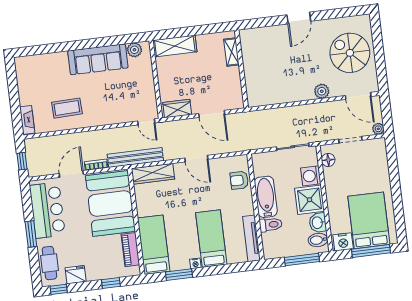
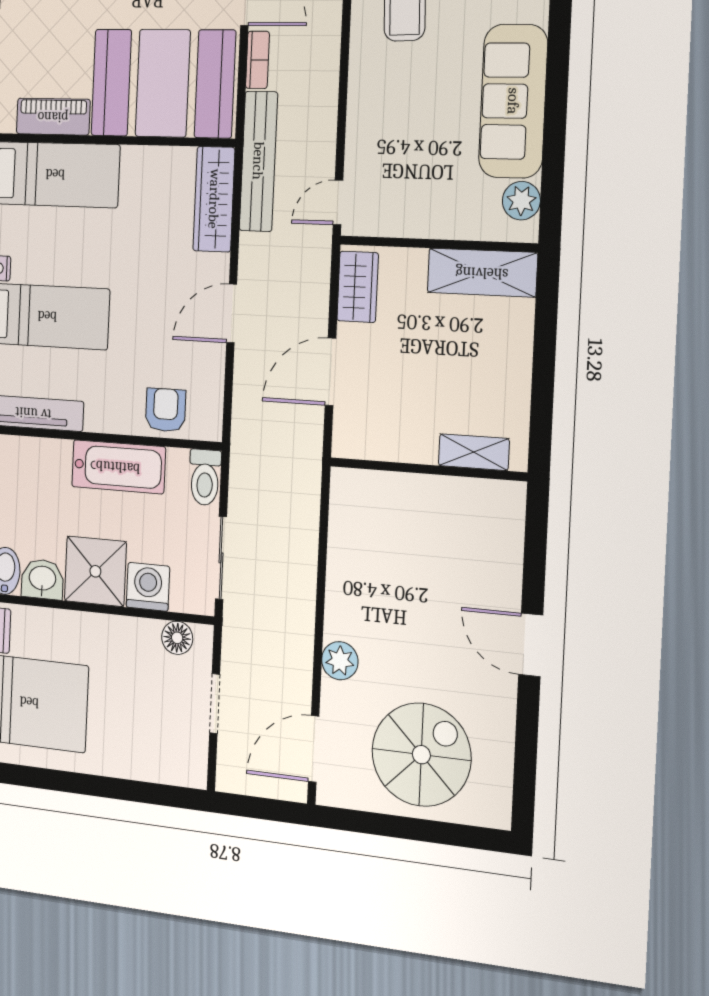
shelving: (175, 46) -> (482, 273), moved, turned 90
plant: (378, 129) -> (229, 779), removed
toilet: (271, 225) -> (205, 477), moved

